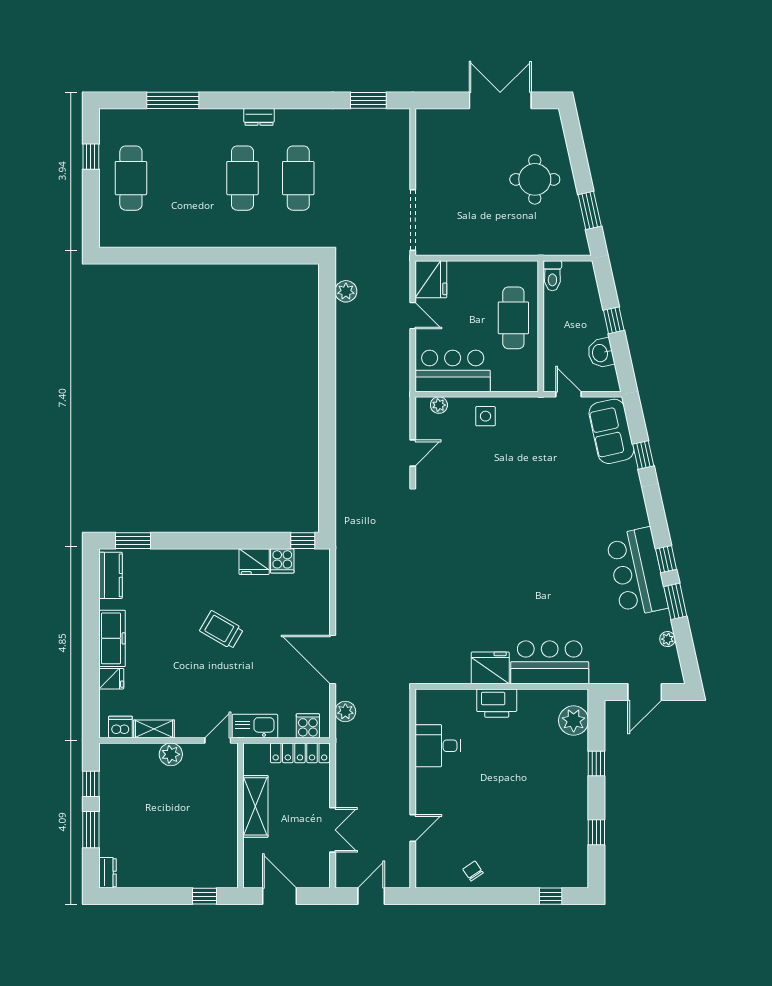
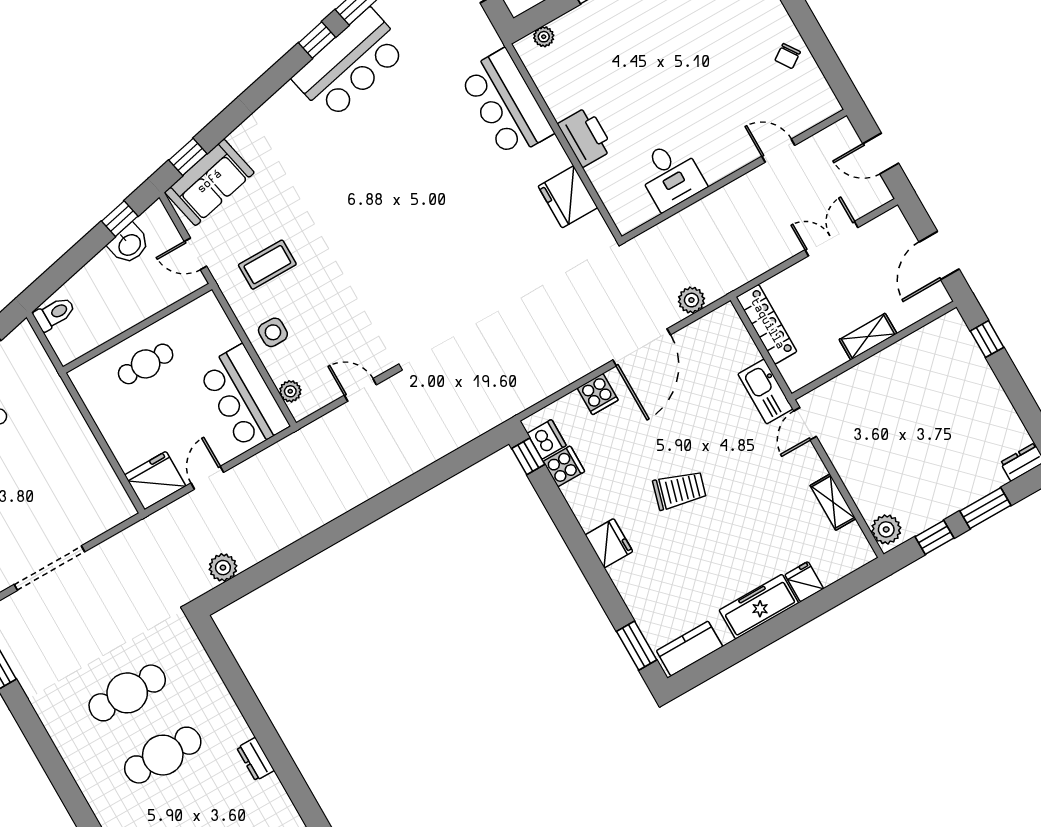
dresser: (259, 117) -> (256, 759), moved, turned 180
doorway: (413, 220) -> (49, 568), moved
toilet: (552, 276) -> (54, 314), moved
cafe table: (513, 318) -> (146, 364), width x0.73, depth x0.74
window: (614, 320) -> (120, 219), moved
door: (569, 394) -> (196, 254), hinge flipped
coffee table: (533, 439) -> (267, 265), added
window: (643, 455) -> (188, 157), moved
fridge: (254, 562) -> (609, 543), moved
trolley: (222, 630) -> (679, 490), turned -104
fridge: (490, 668) -> (568, 197), moved
plant: (574, 721) -> (544, 37), width x0.53, depth x0.53
cooker: (308, 726) -> (598, 394), moved, turned -90
dishwasher: (120, 727) -> (547, 439), moved, turned 180
door: (218, 740) -> (805, 424), hinge flipped
plant: (171, 754) -> (886, 529), moved
shelving: (255, 806) -> (868, 337), width x0.67, depth x0.75

